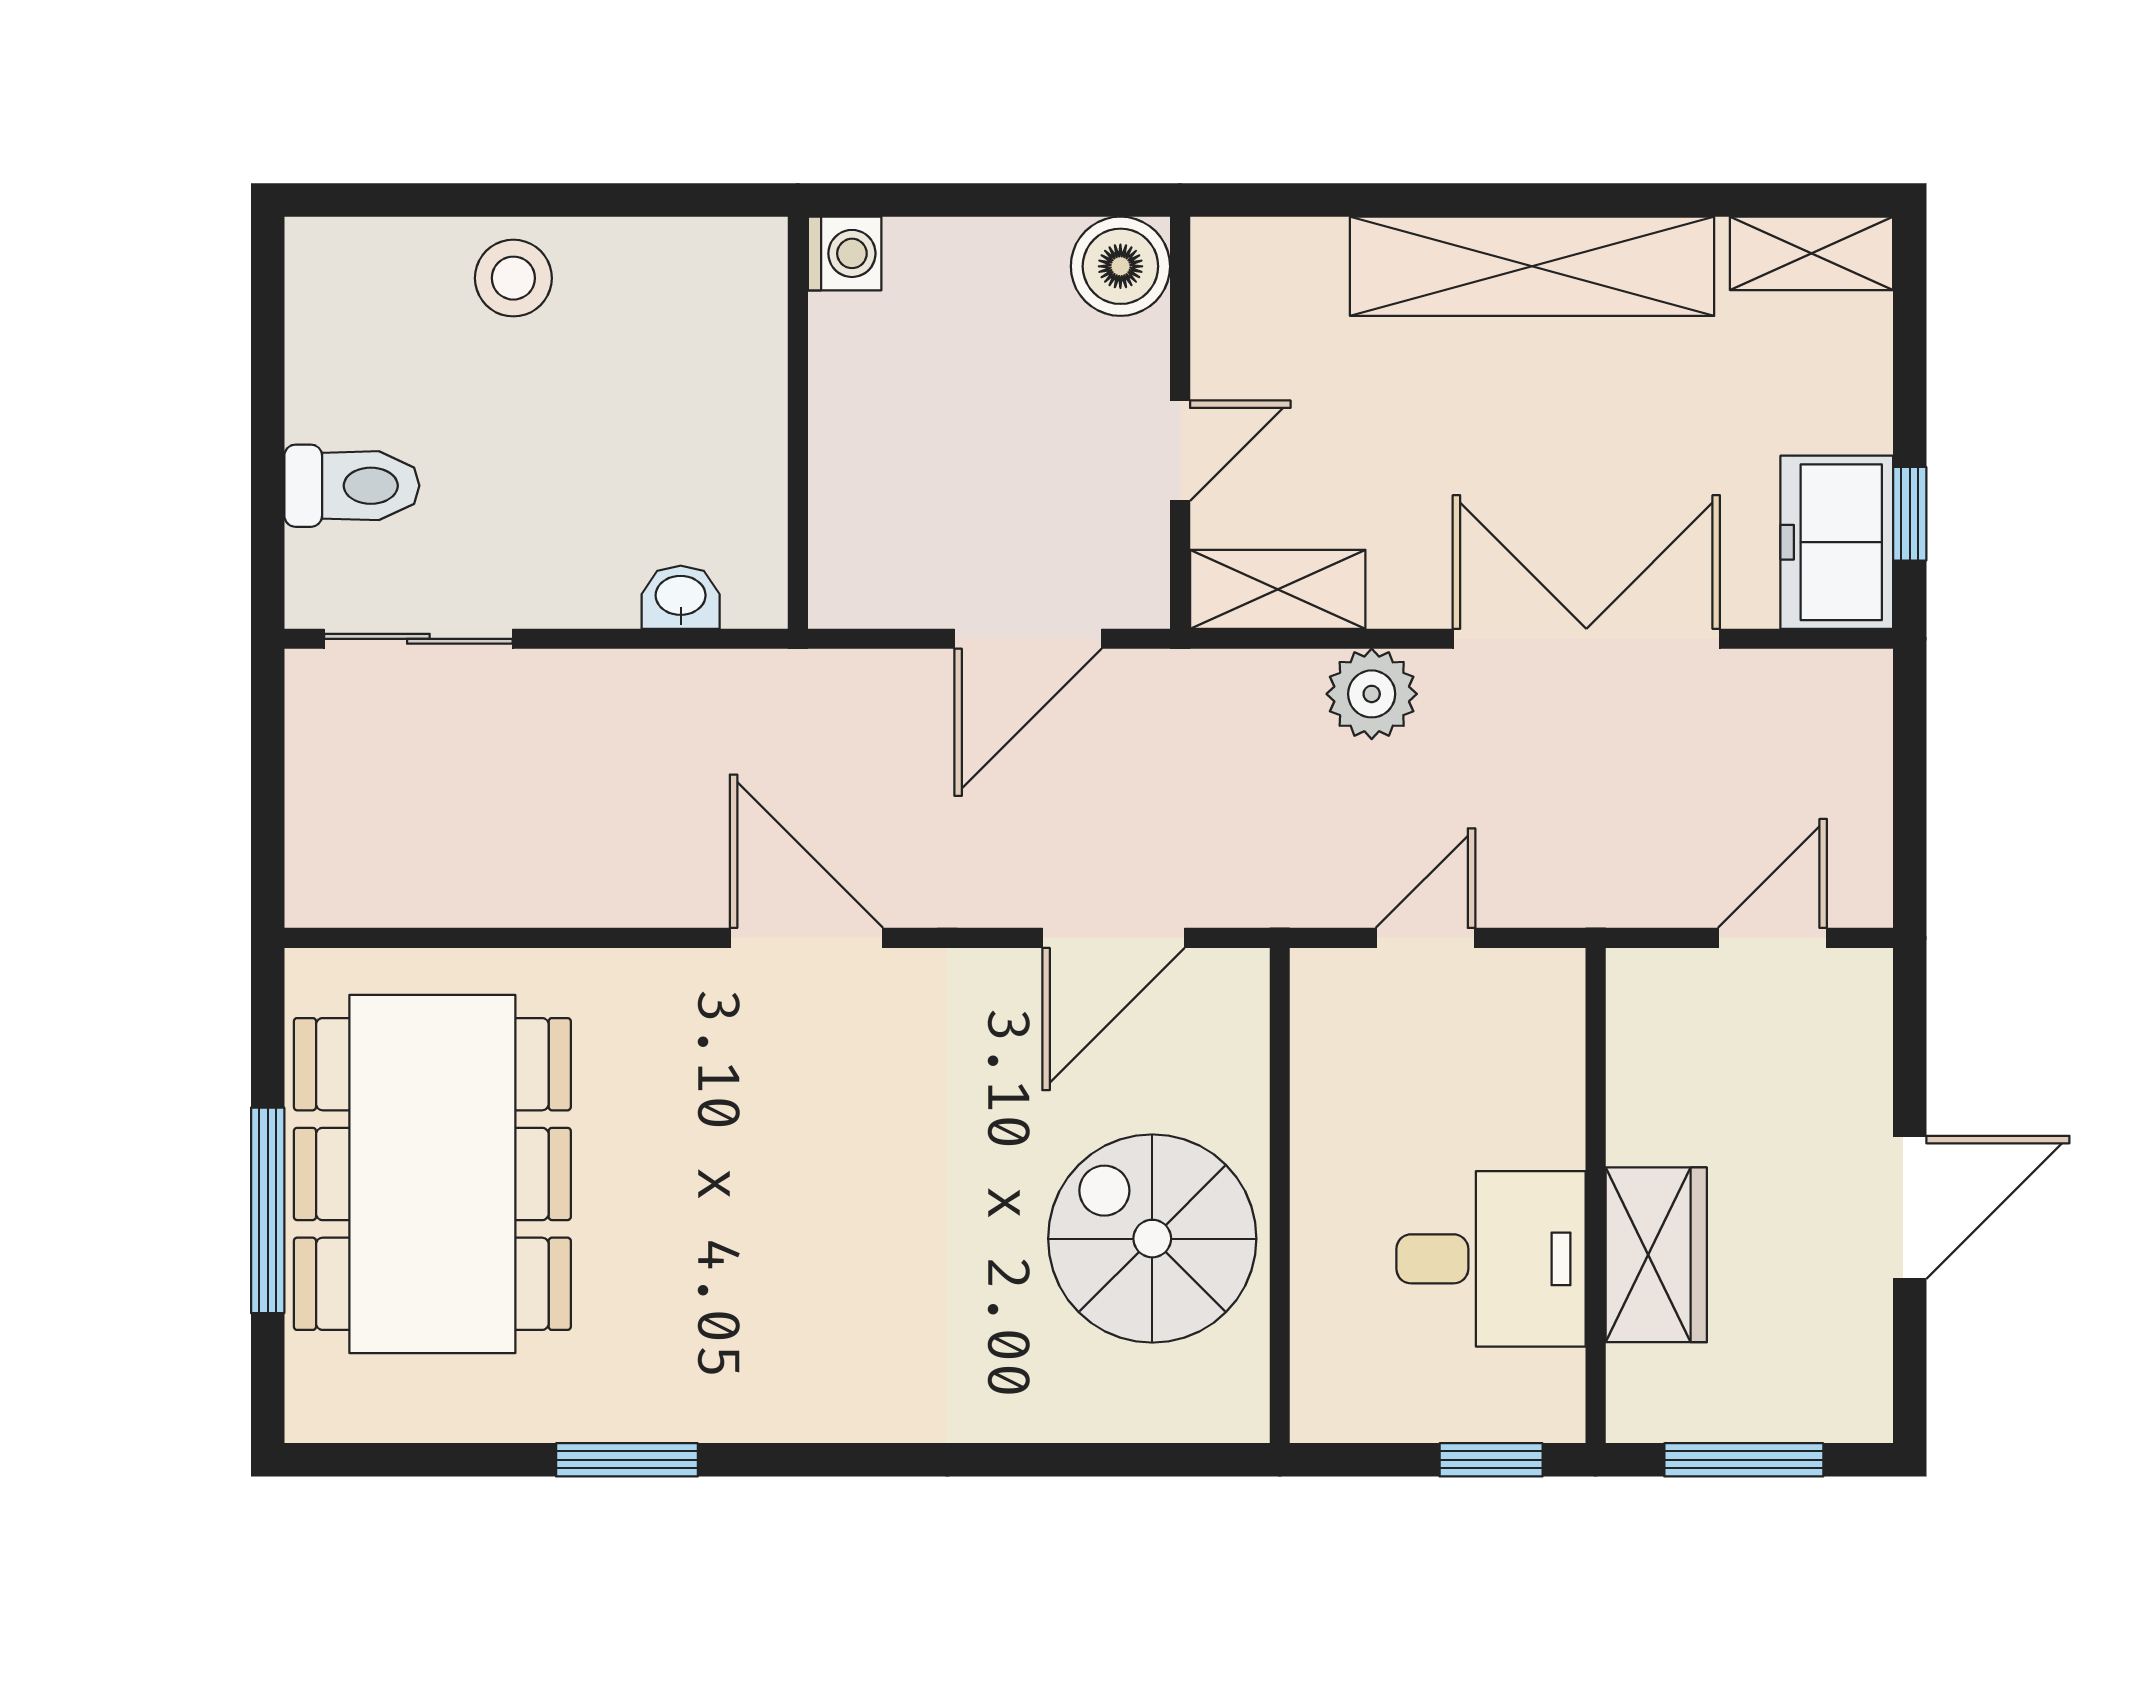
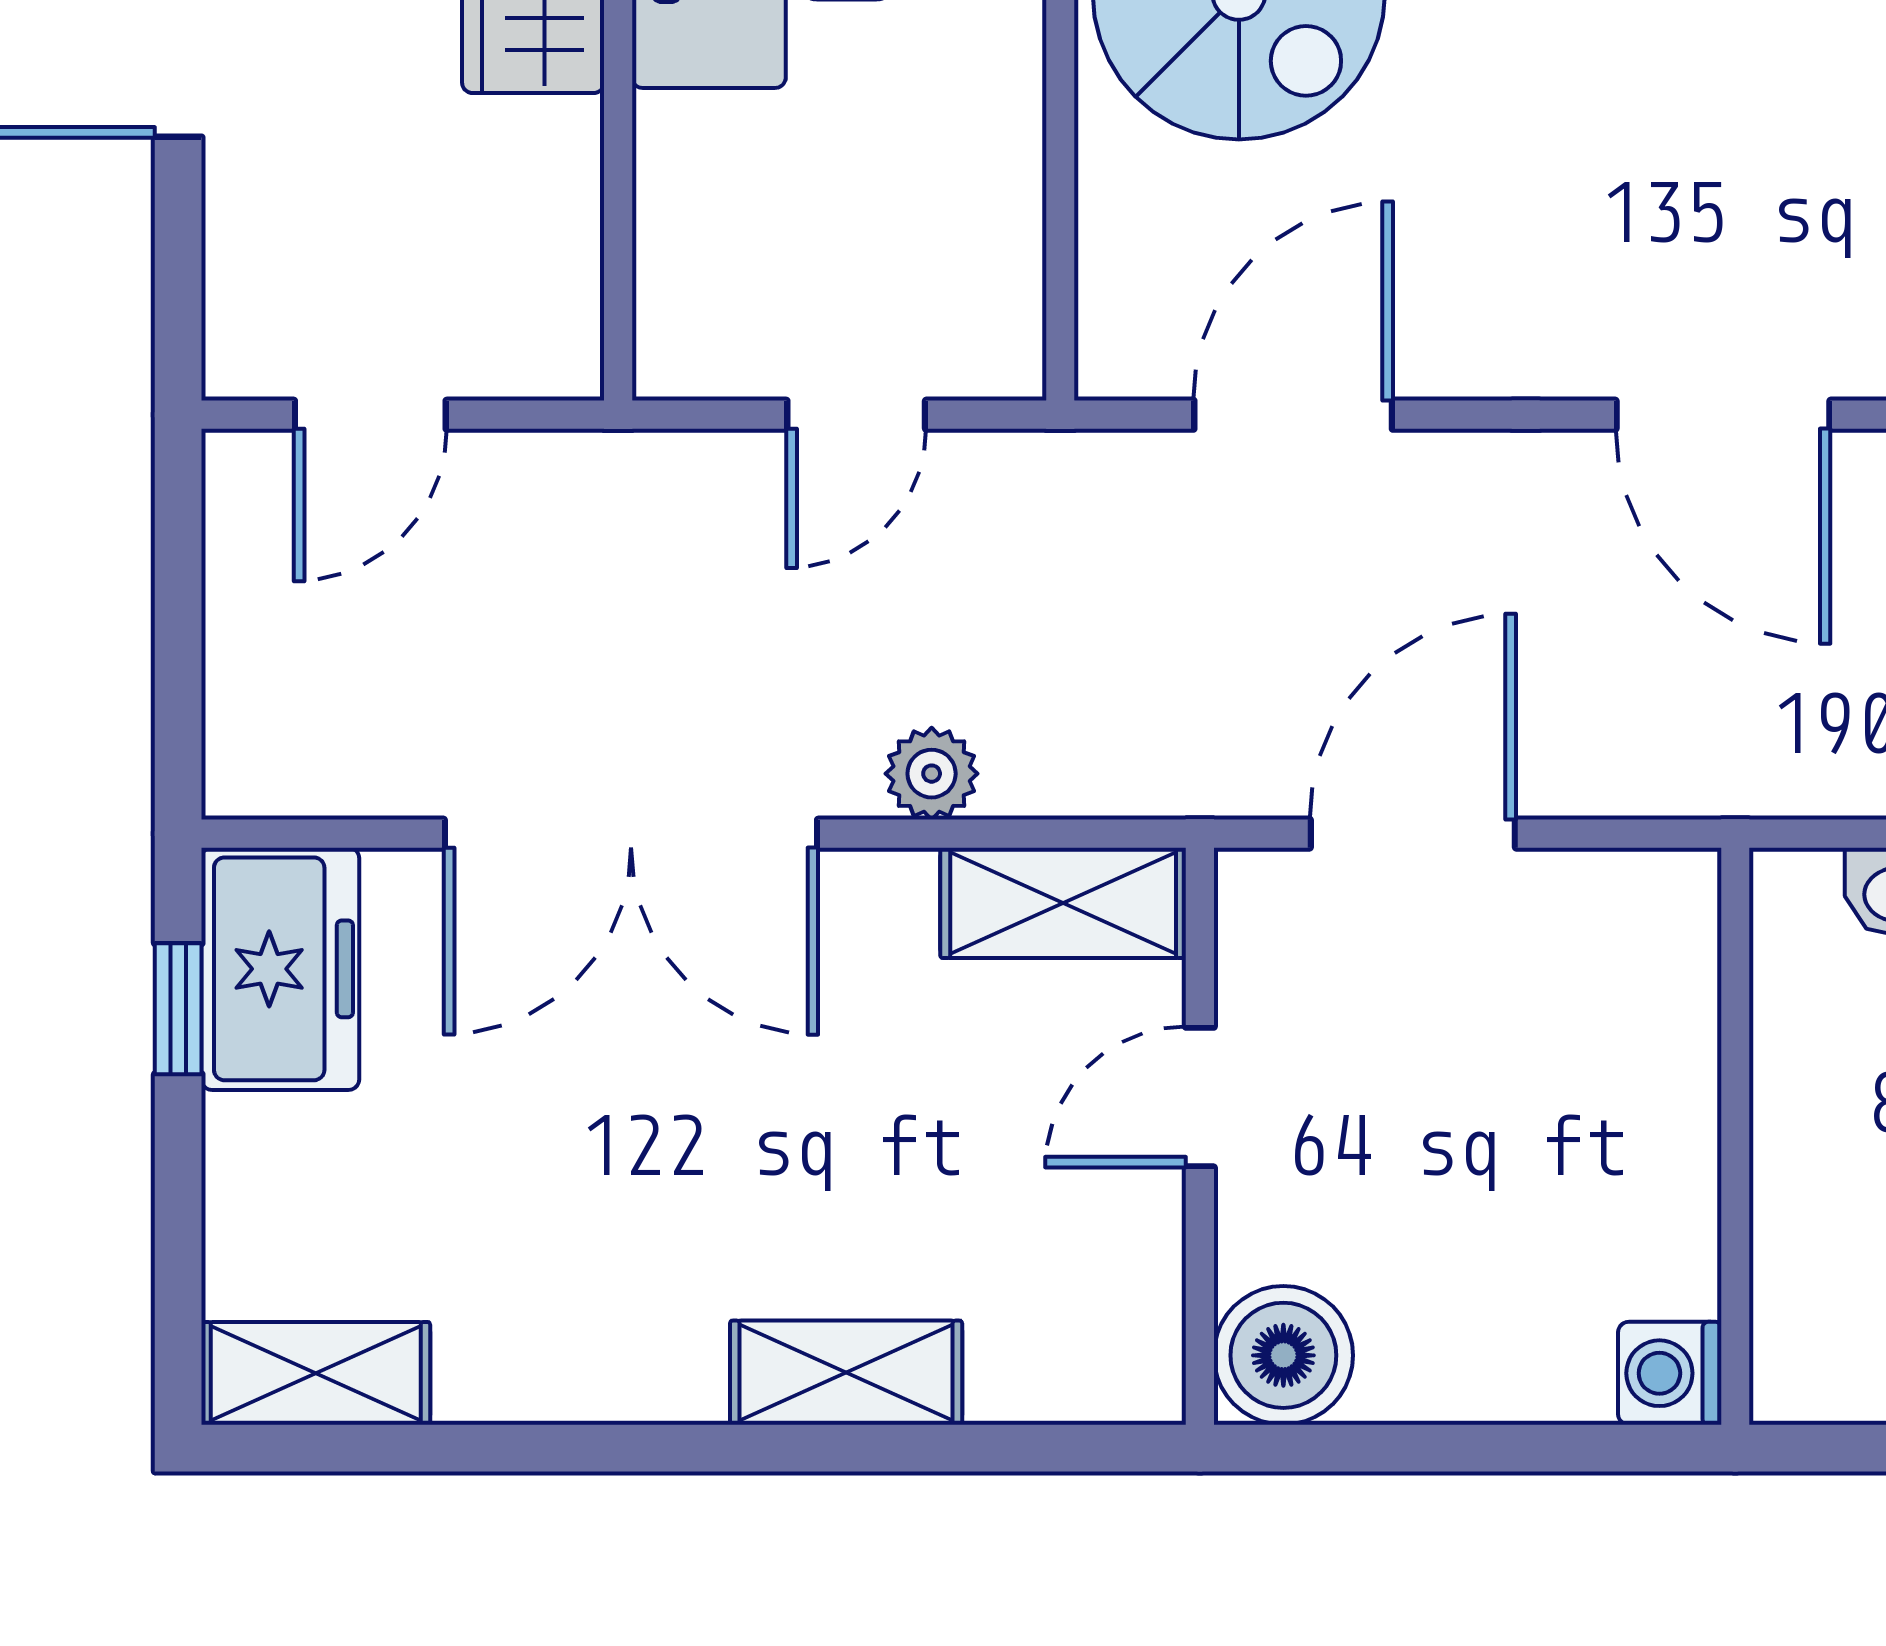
shelving: (1532, 266) -> (846, 1373), width x0.45, depth x0.75
plant: (1372, 694) -> (932, 774), width x0.73, depth x0.73

